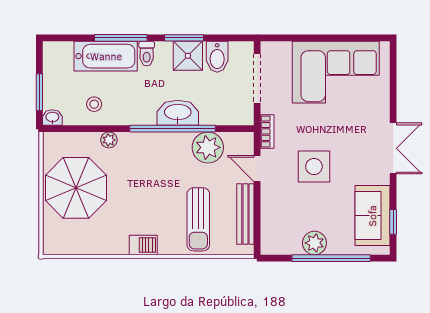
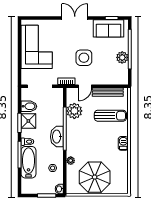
washbasin: (178, 113) -> (57, 137), moved

